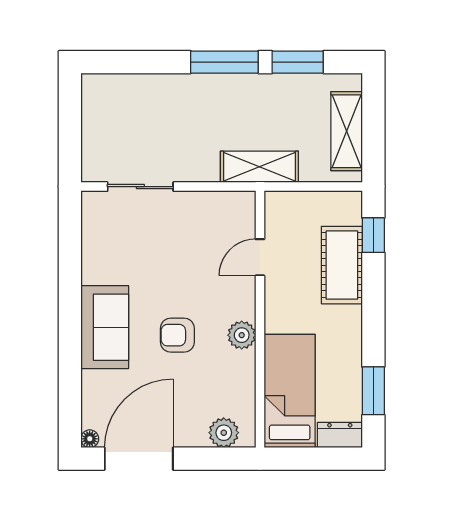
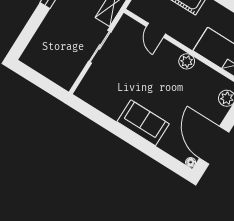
sliding door: (140, 187) -> (100, 47), moved
armchair: (177, 335) -> (168, 91), removed

